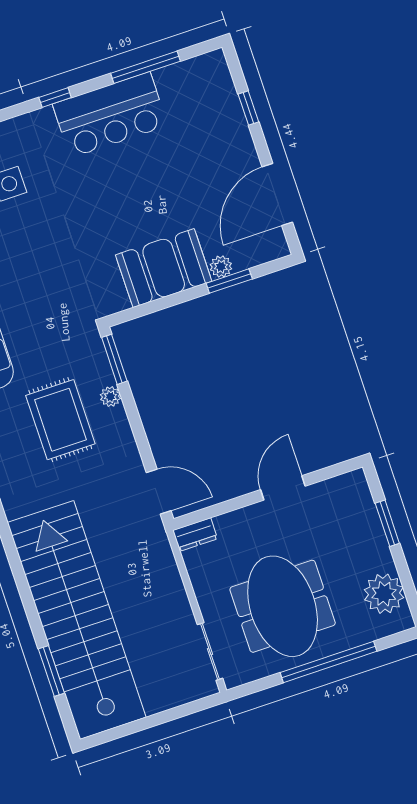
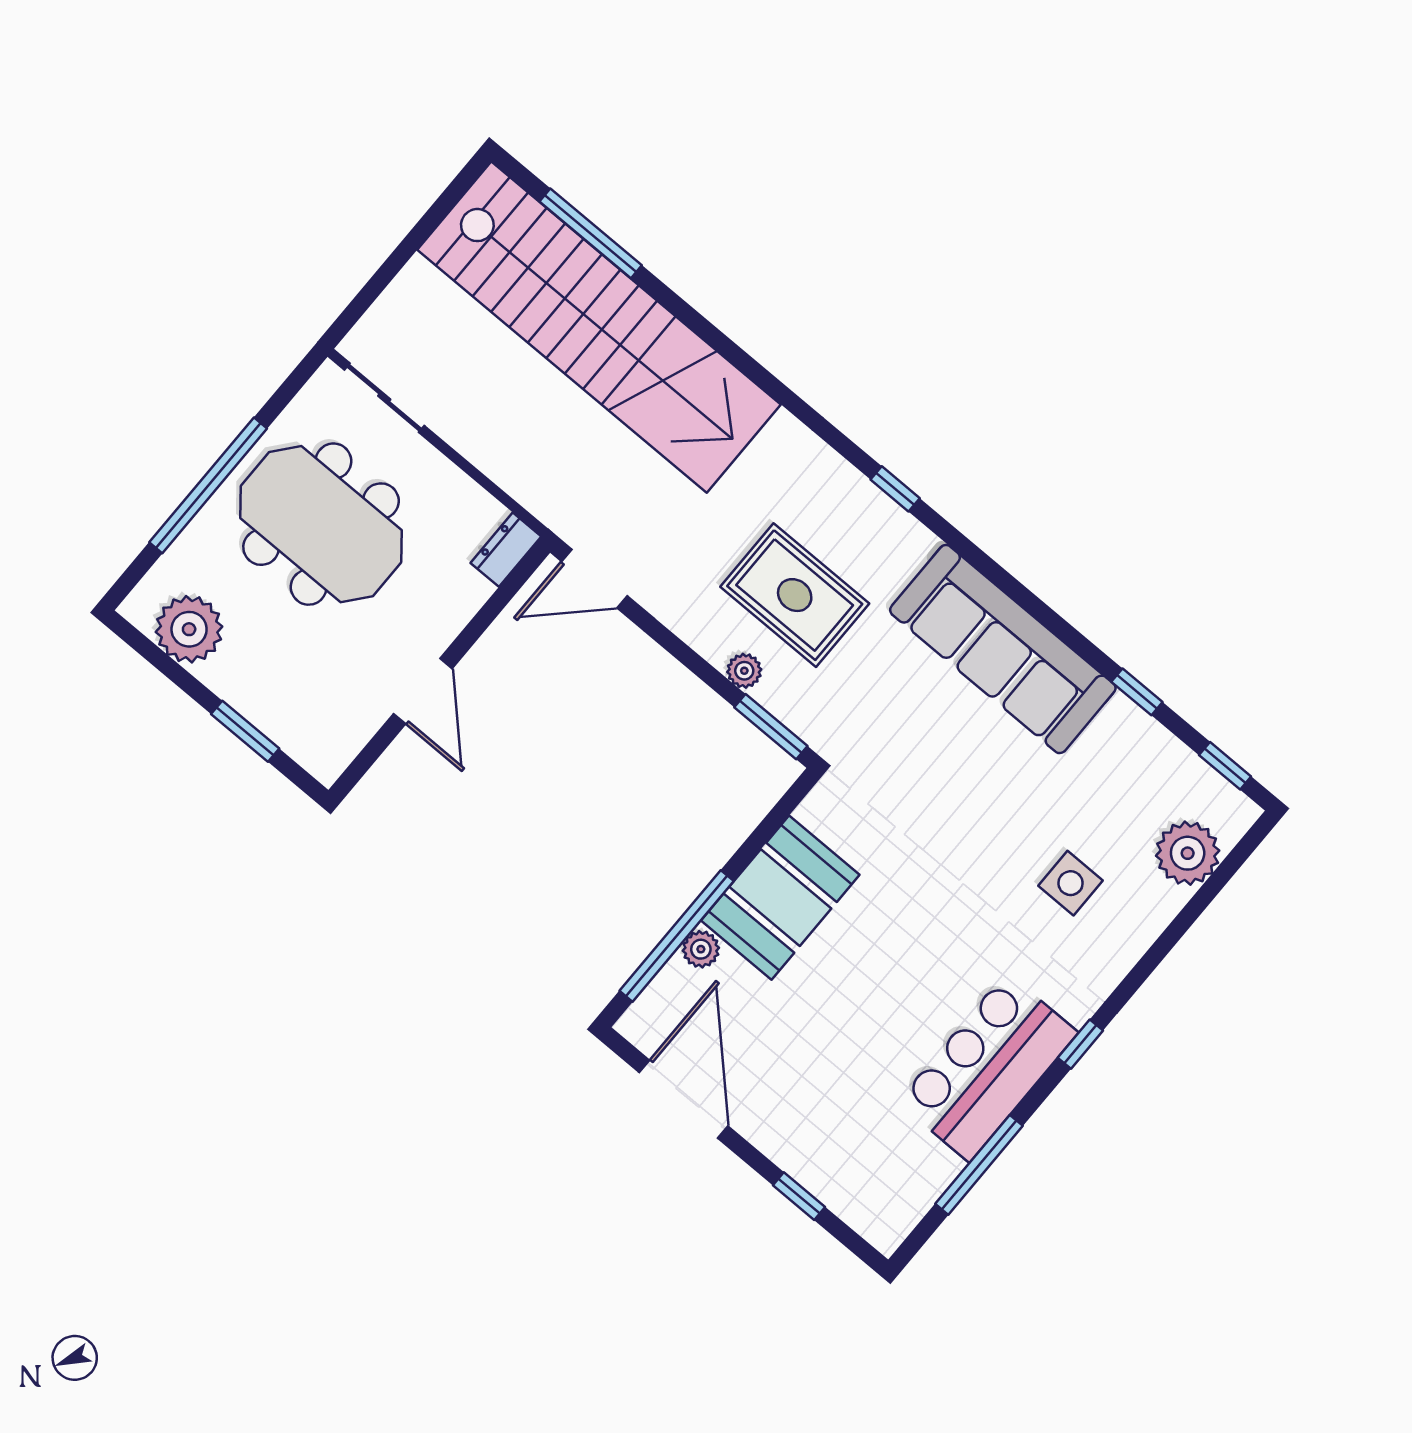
window: (229, 281) -> (677, 936), width x2.11
window: (51, 671) -> (591, 233), width x1.44

